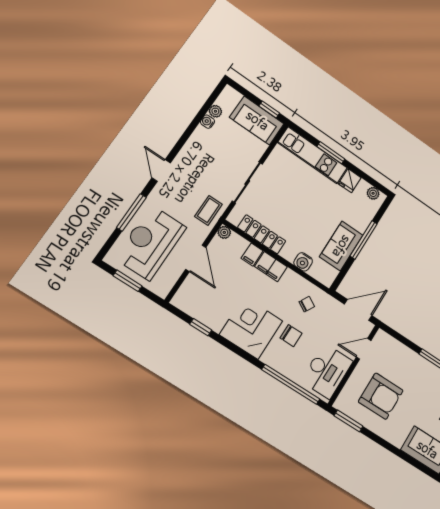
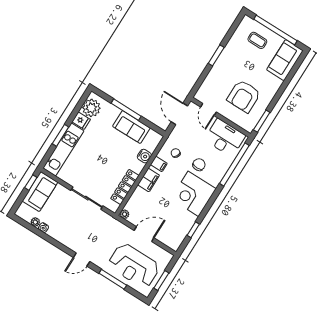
plant: (373, 193) -> (91, 108), width x1.88, depth x1.88
coffee table: (208, 210) -> (109, 226), removed
filing cabinet: (252, 255) -> (159, 164), moved
armchair: (381, 396) -> (244, 96), turned 180

